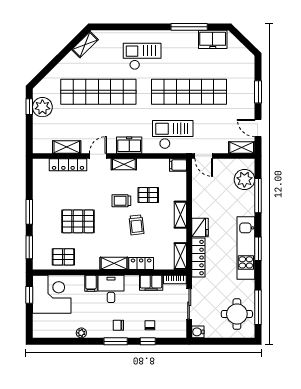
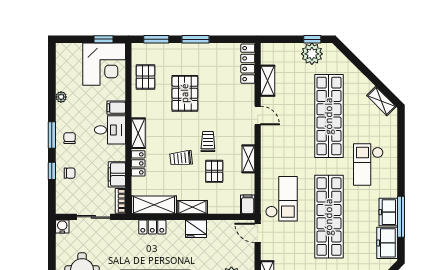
checkout: (142, 56) -> (368, 165), turned 180
freezer: (129, 145) -> (388, 212), moved, turned 180
door: (204, 156) -> (258, 233), hinge flipped
shelving: (124, 164) -> (248, 159), moved
locker: (68, 165) -> (248, 64), moved
fridge: (200, 227) -> (196, 229), moved
shelving: (180, 256) -> (154, 205), width x1.50, depth x1.33
locker: (198, 258) -> (152, 227), width x0.66

